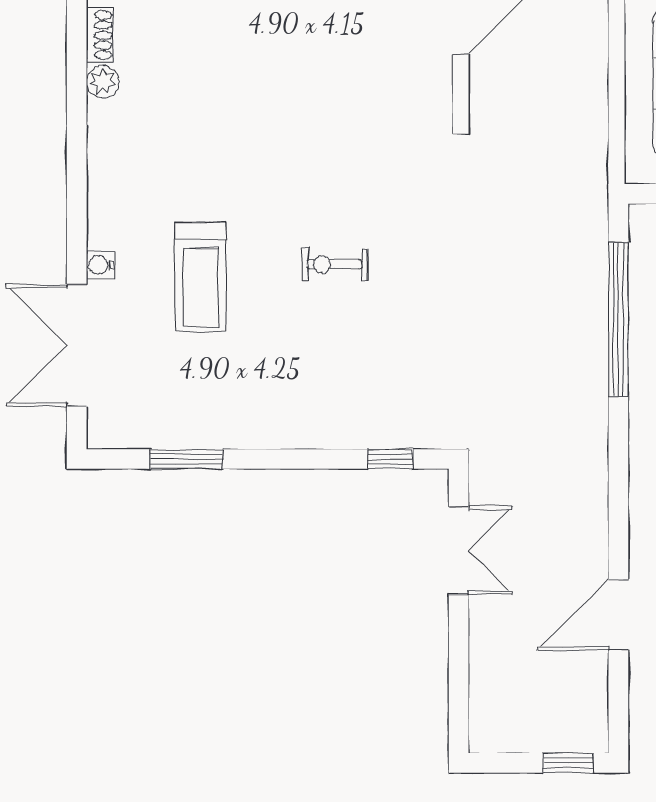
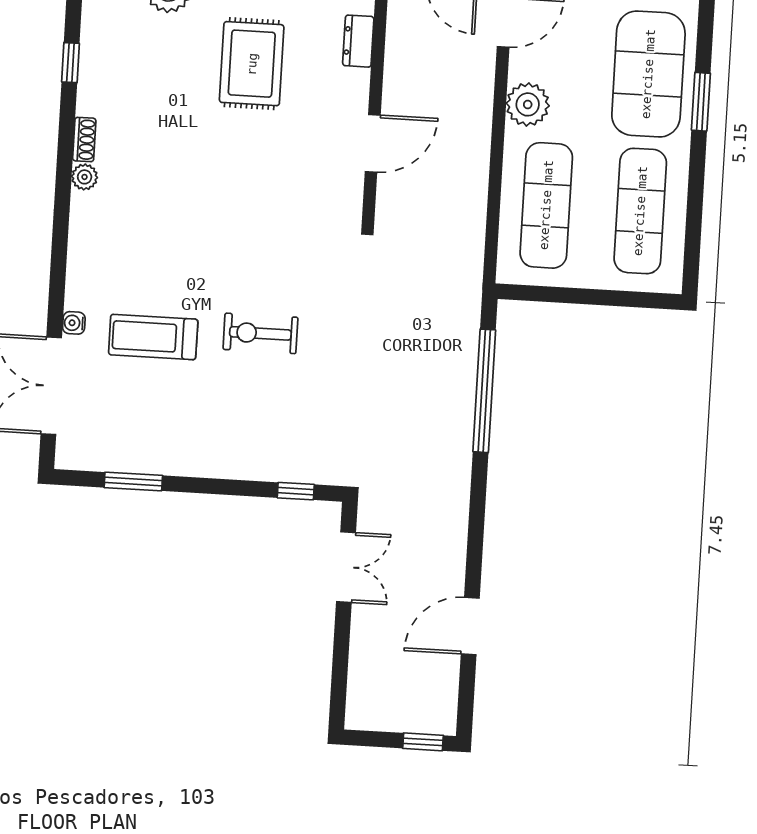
exercise bike: (334, 264) -> (260, 333), width x1.38, depth x1.39
treadmill: (201, 277) -> (153, 337), turned 90

